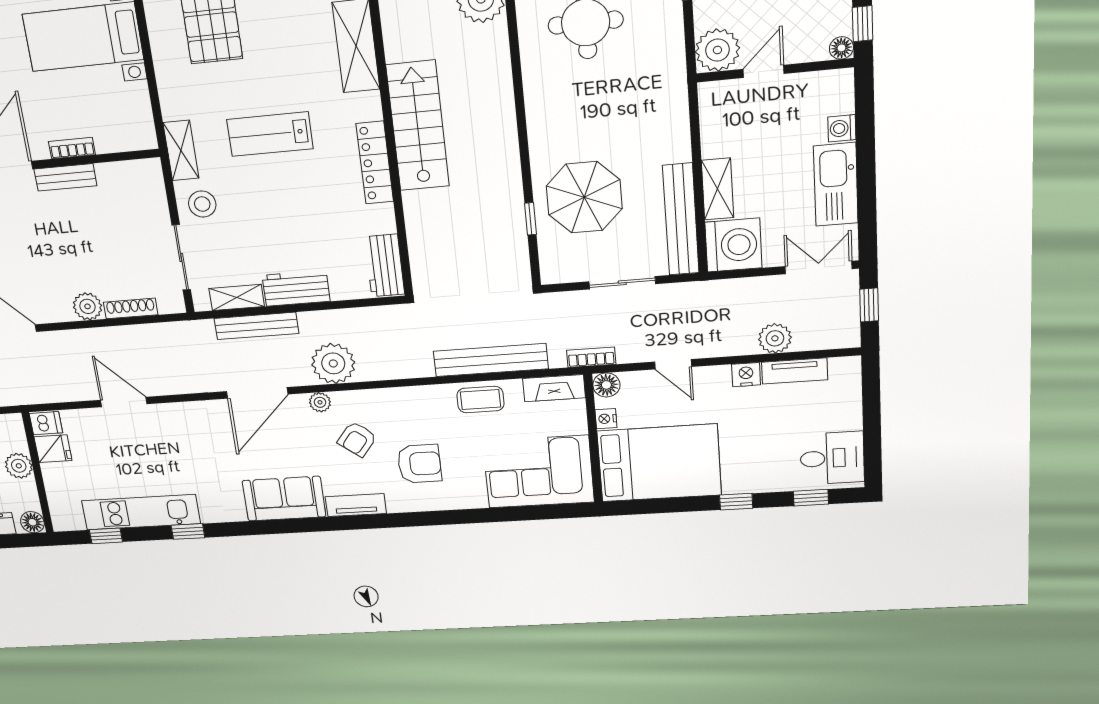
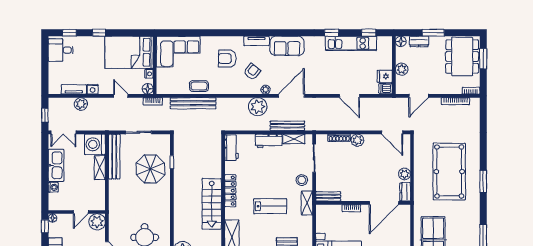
bench: (65, 177) -> (328, 196), moved
fireplace: (554, 388) -> (169, 89), removed

